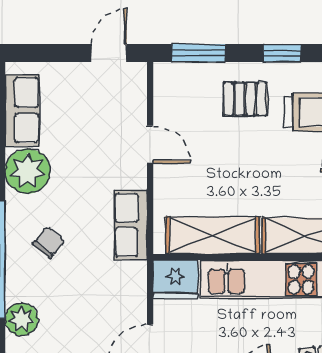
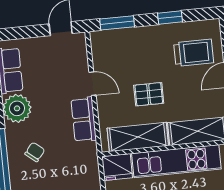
pallet: (245, 99) -> (149, 94), moved
row of seats: (131, 225) -> (84, 120), moved

